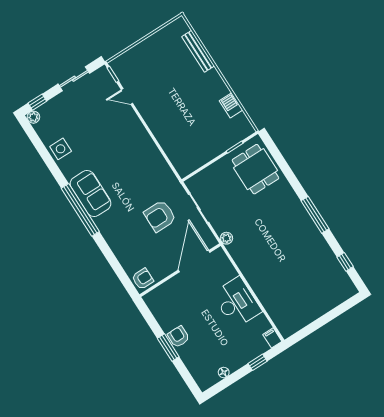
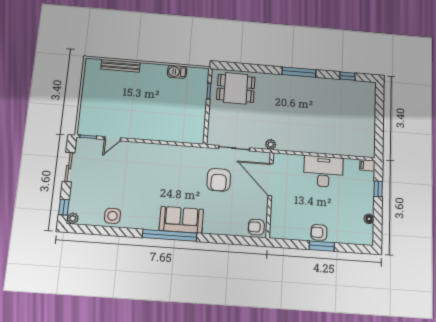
sofa: (90, 194) -> (181, 220), moved
armchair: (143, 279) -> (256, 227), turned -90

